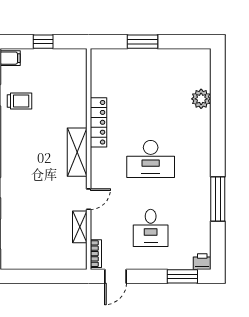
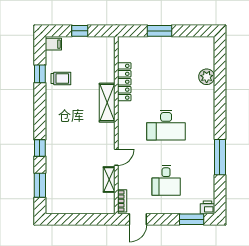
locker: (98, 122) -> (124, 82), moved
shelving: (77, 152) -> (107, 103), moved

